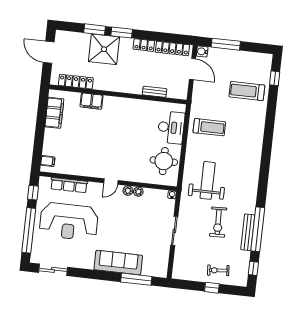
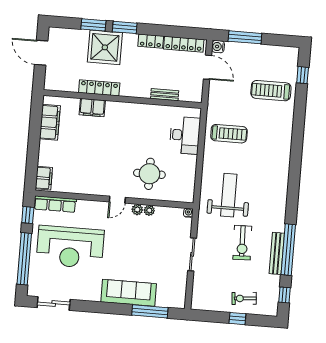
locker: (76, 82) -> (99, 88), moved
filing cabinet: (48, 161) -> (44, 178), width x2.00
round table: (164, 161) -> (149, 174), moved
row of seats: (69, 185) -> (55, 204), moved

